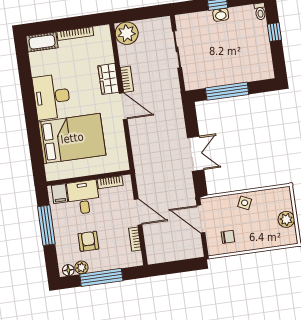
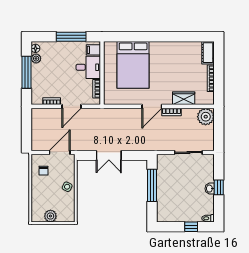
wardrobe: (108, 79) -> (184, 98), moved
desk: (52, 97) -> (166, 54), removed
armchair: (88, 241) -> (55, 66), removed

